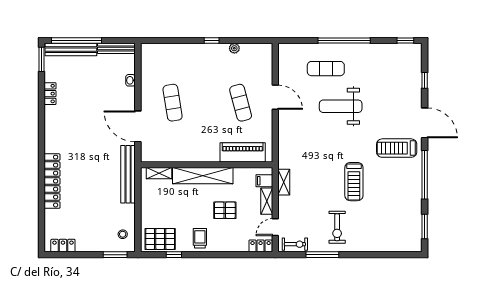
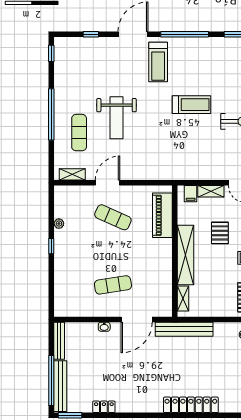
washbasin: (131, 80) -> (104, 327), moved
exercise mat: (241, 103) -> (113, 217), turned 39
shelving: (284, 182) -> (72, 174), moved

